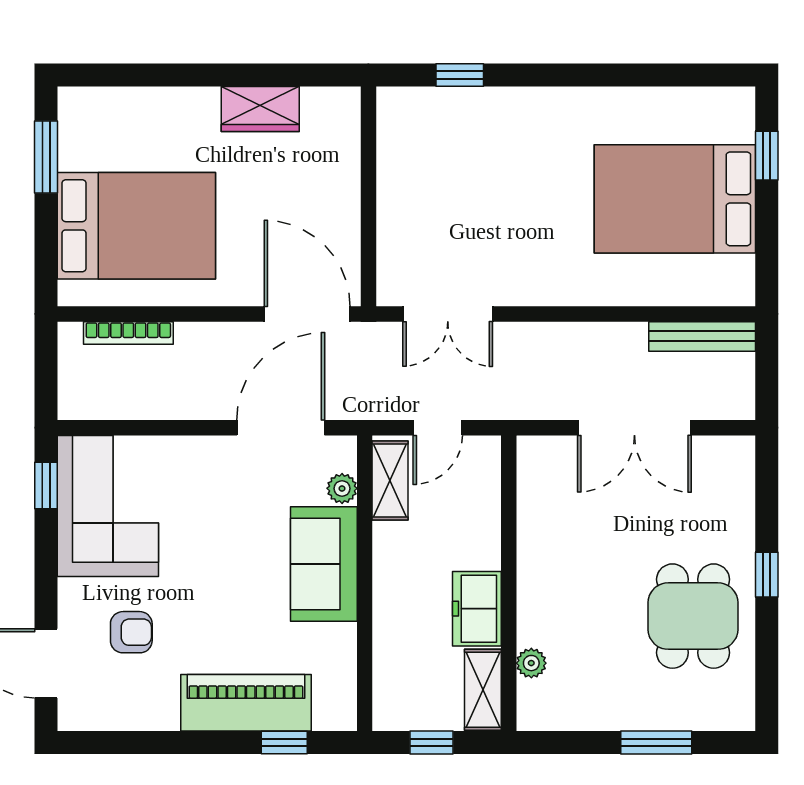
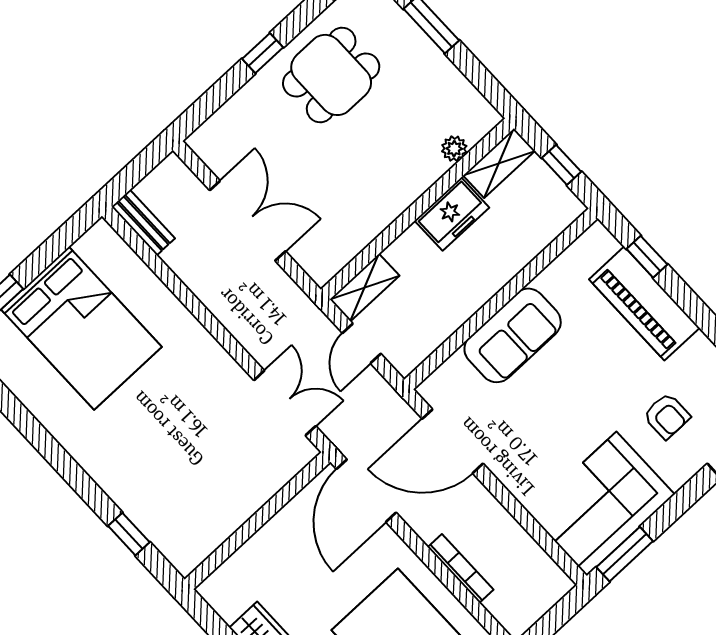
bookcase: (128, 333) -> (461, 568), moved
bench: (702, 336) -> (143, 223), width x0.73
door: (438, 428) -> (362, 343), swing flipped
shelving: (390, 480) -> (365, 288), moved
window: (46, 486) -> (625, 554), width x1.50
plant: (342, 488) -> (455, 368), removed
armchair: (131, 632) -> (667, 416), turned 180

